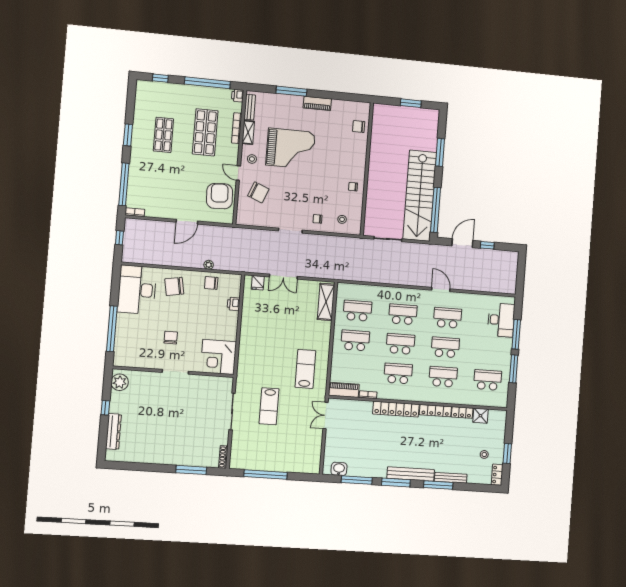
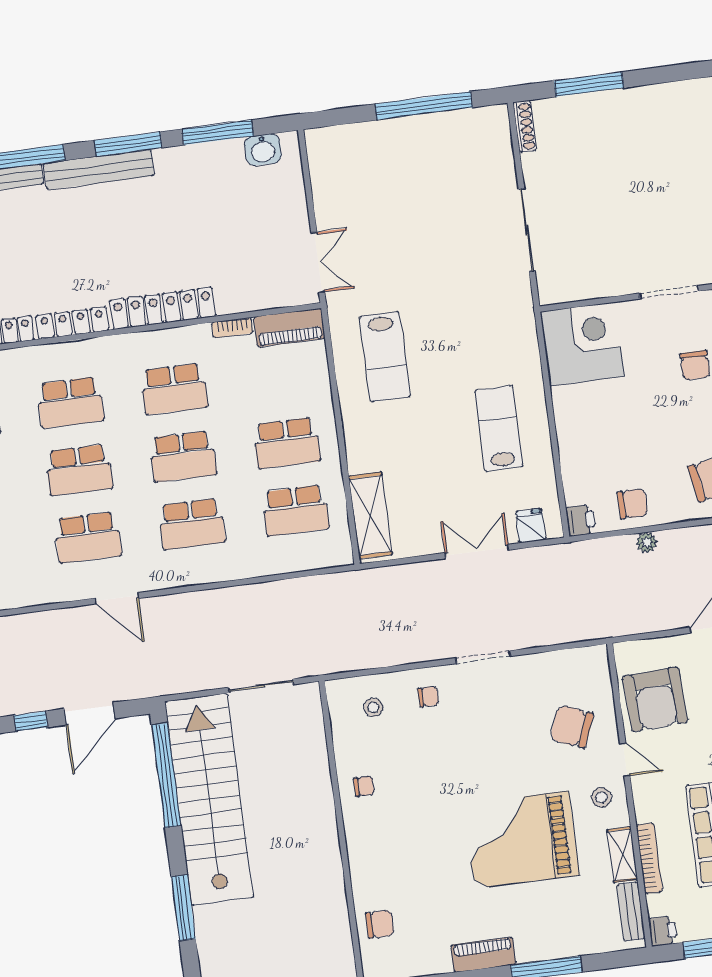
printer: (234, 304) -> (581, 520), moved
lab bench: (269, 406) -> (499, 428), moved

